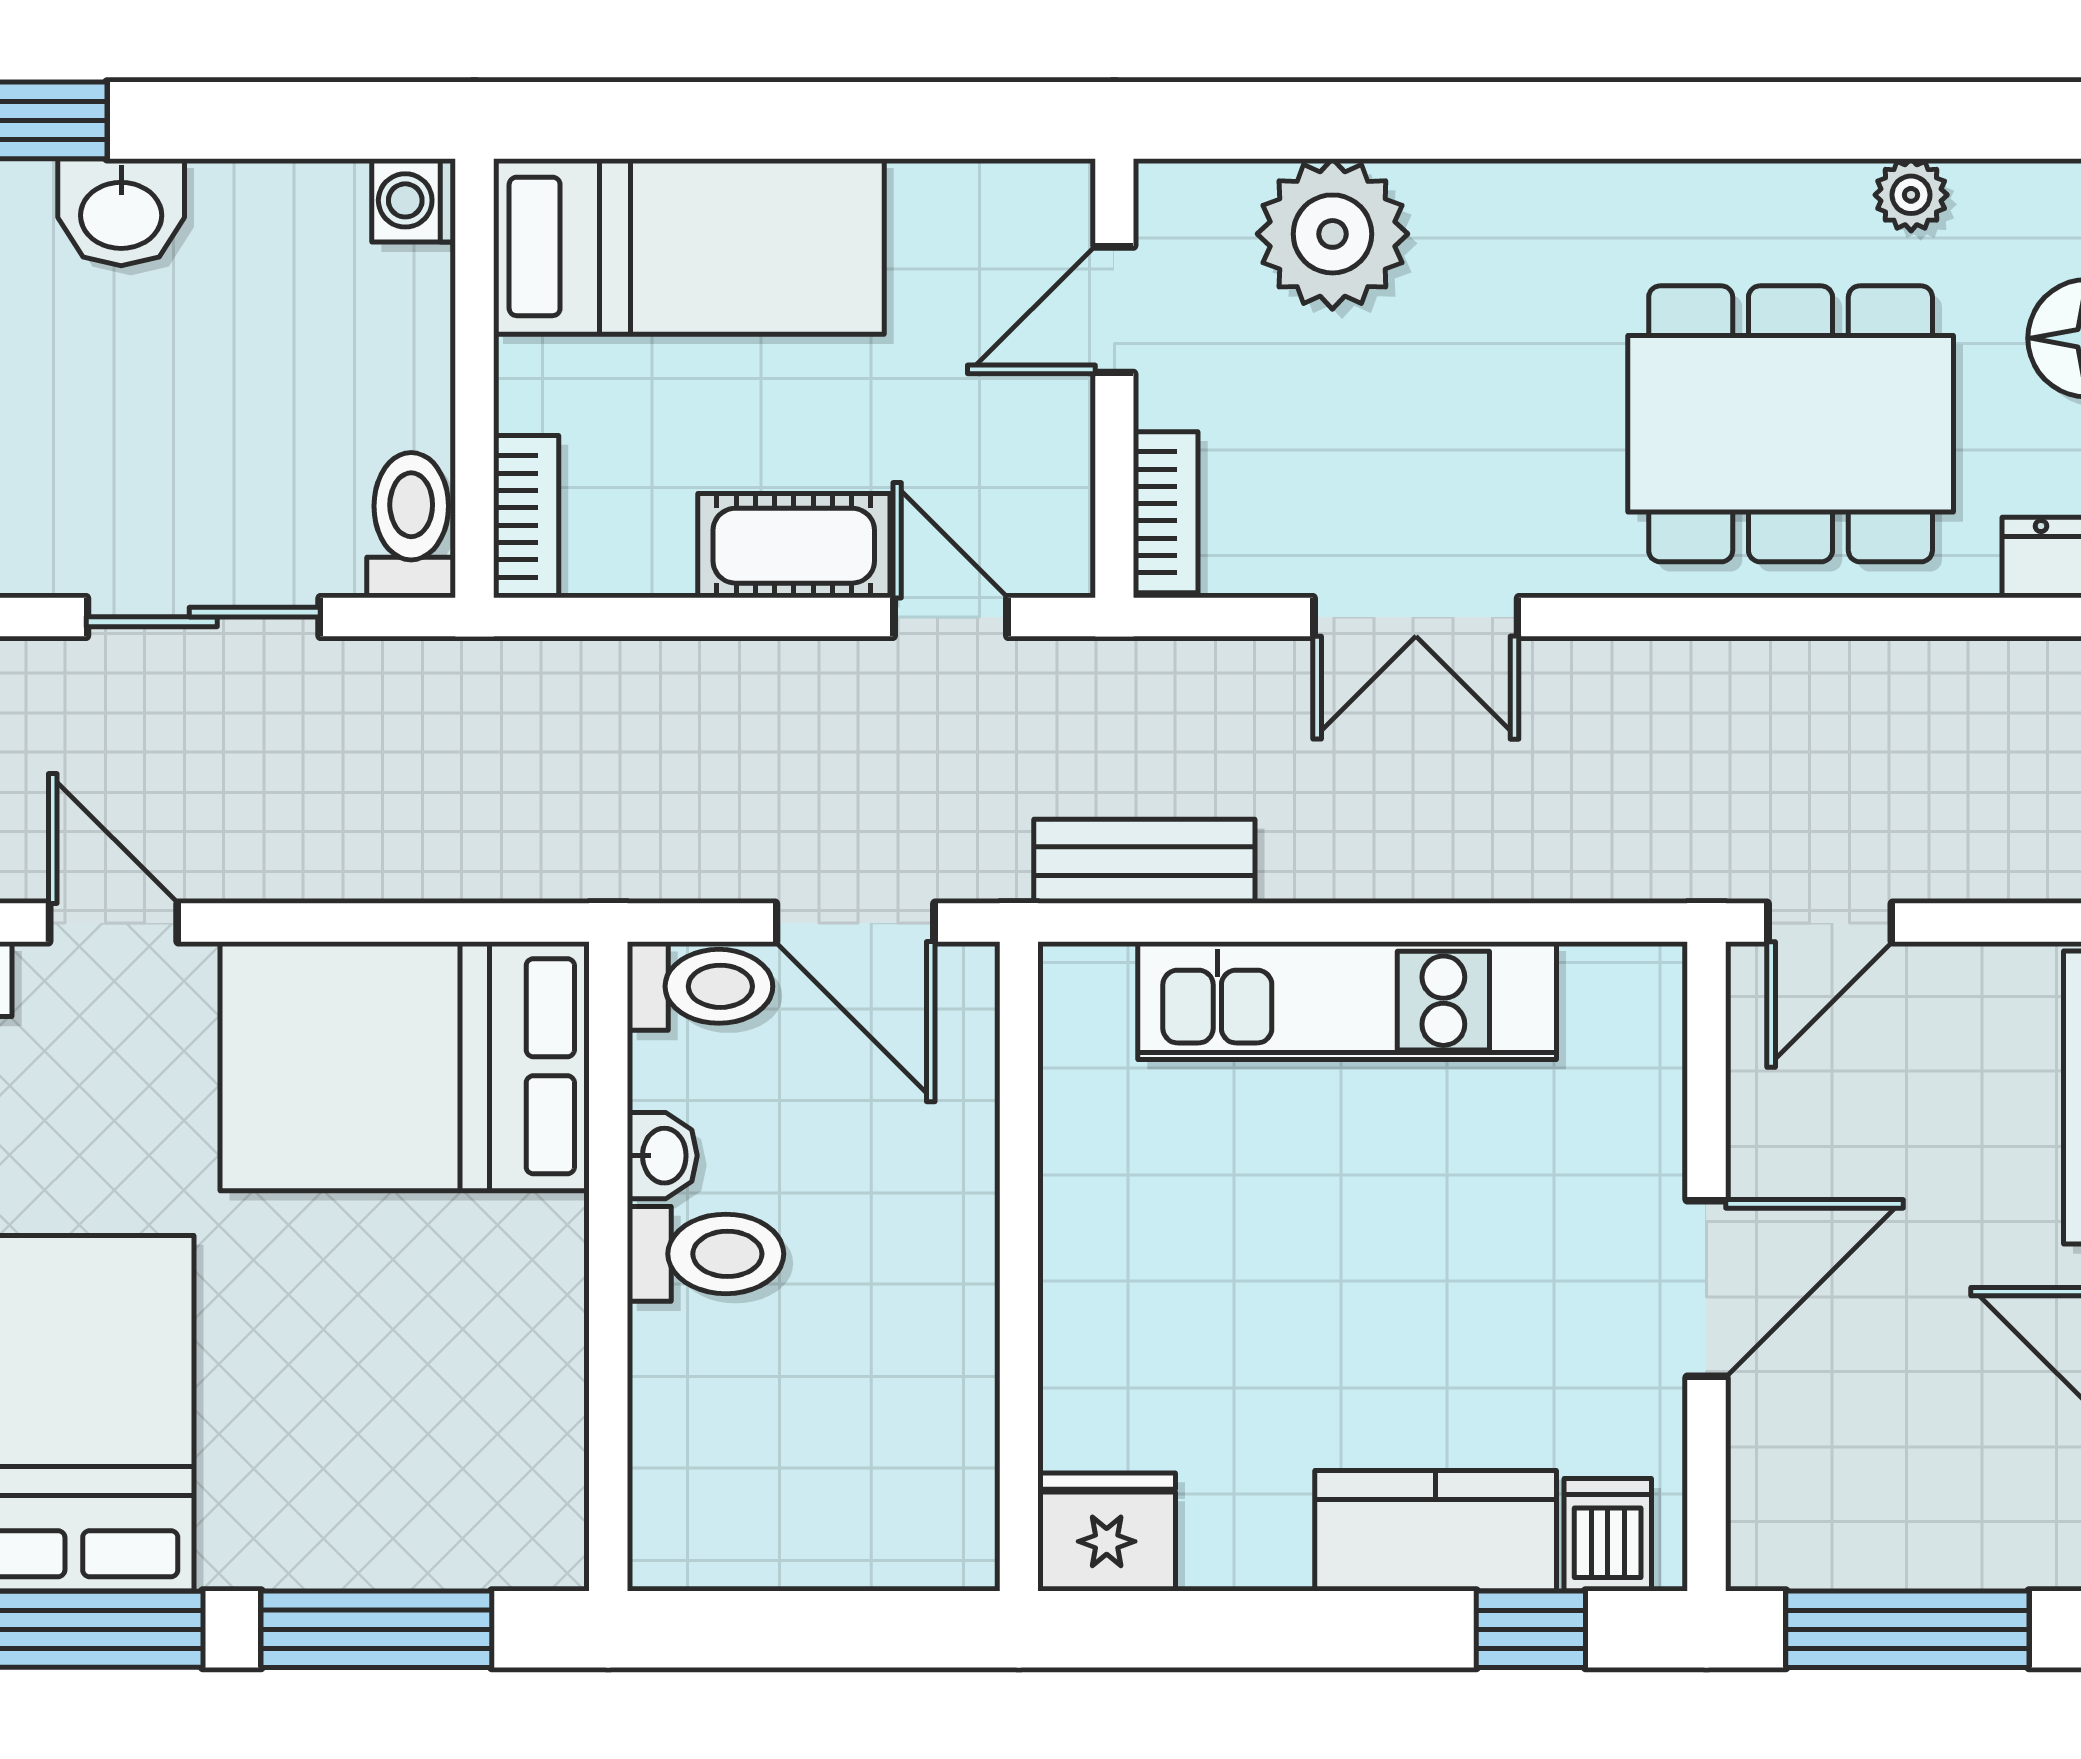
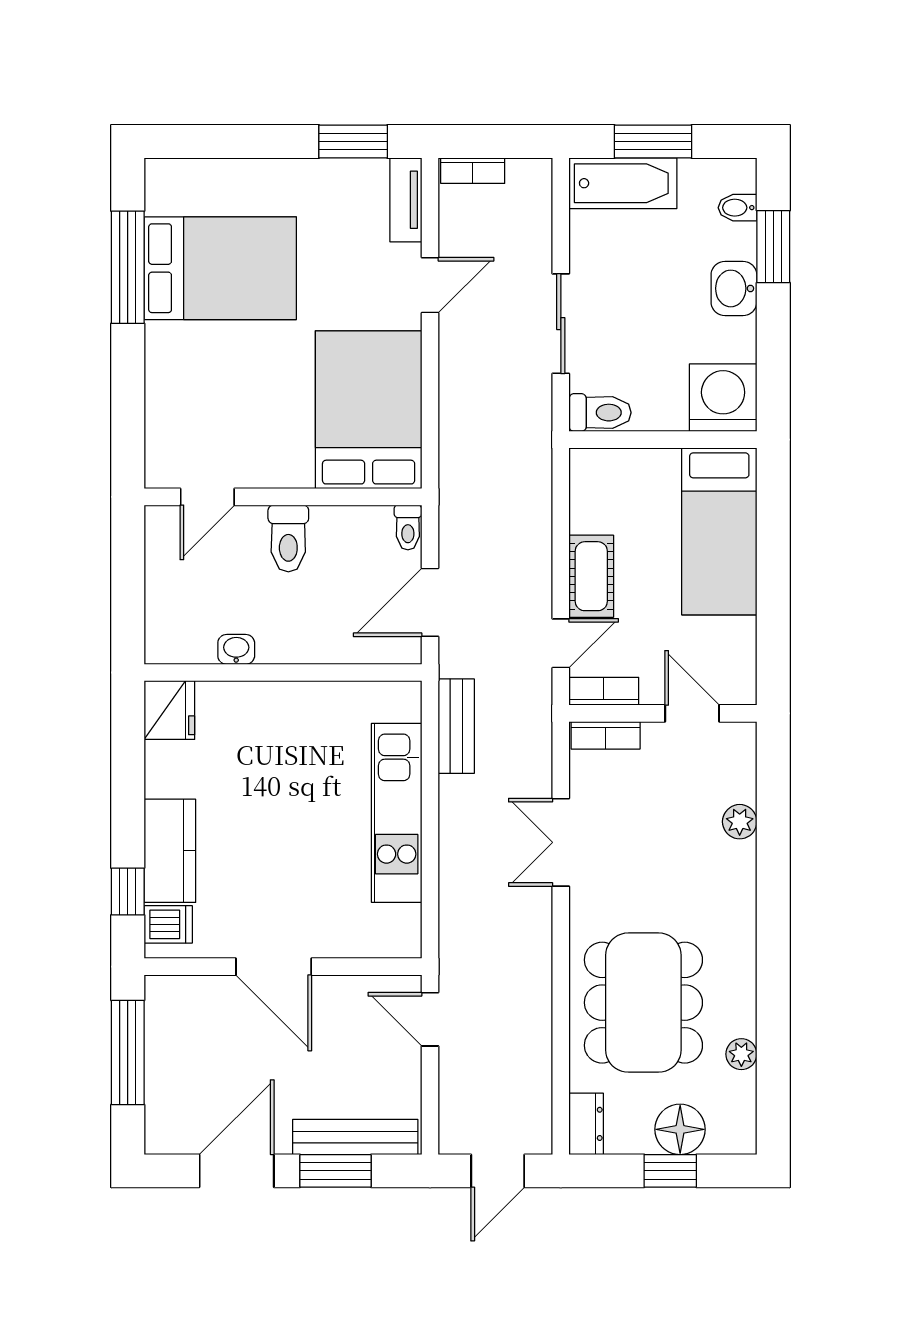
washing machine: (414, 200) -> (723, 398), width x1.89, depth x1.89
plant: (1332, 234) -> (740, 822), width x0.53, depth x0.53
bookcase: (526, 517) -> (604, 691), moved, turned 180
toilet: (700, 986) -> (408, 527), width x0.73, depth x0.72
washbasin: (662, 1156) -> (236, 649), moved, turned 180
door: (608, 1443) -> (207, 497), added
window: (376, 1629) -> (128, 398), removed

